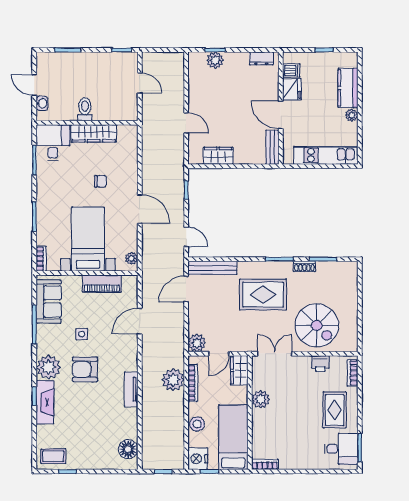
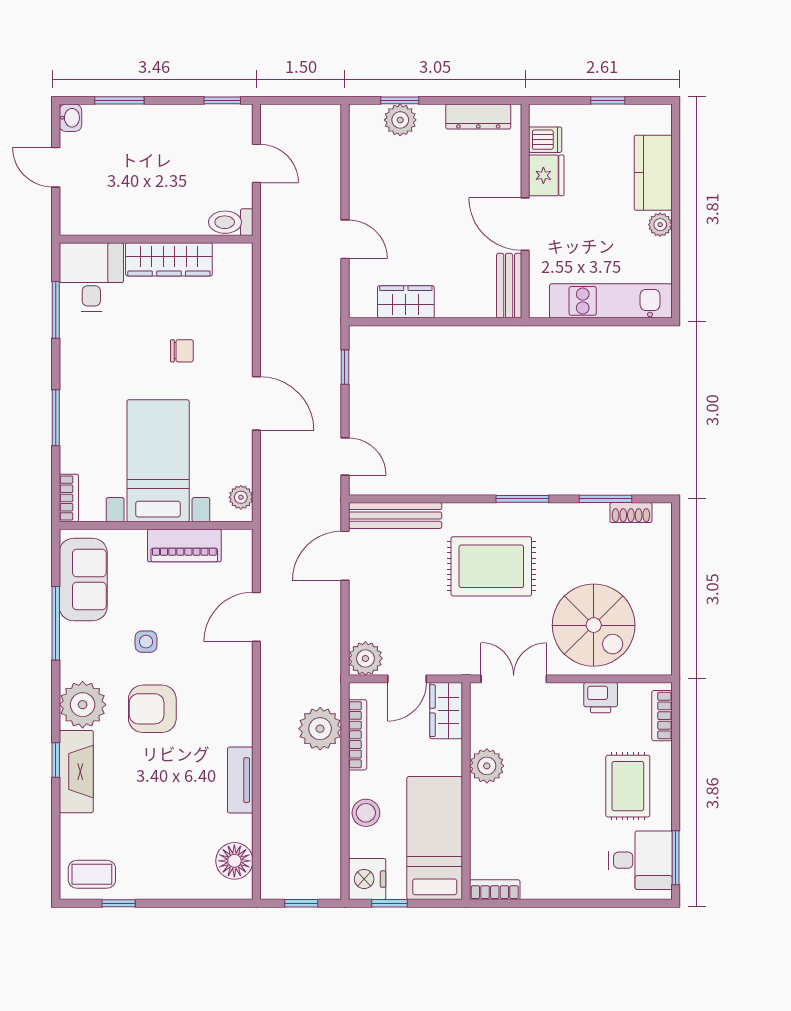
dresser: (261, 58) -> (478, 117), width x1.44
washbasin: (42, 103) -> (70, 118), moved
toilet: (85, 109) -> (231, 222), moved, turned -90
shoe rack: (304, 266) -> (631, 513), moved
tv unit: (131, 389) -> (240, 780), moved

